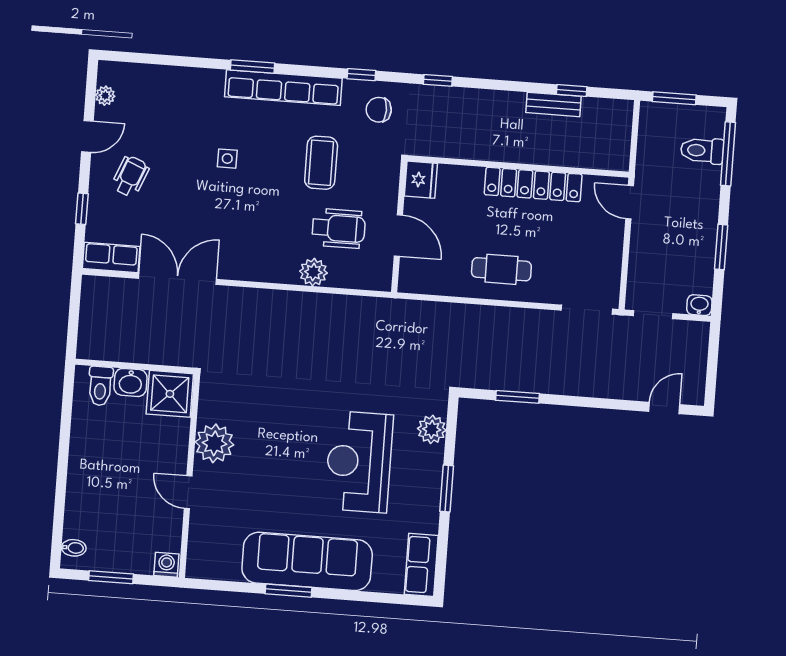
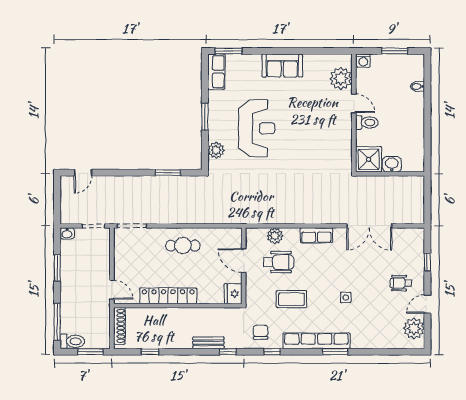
plant: (105, 96) -> (414, 328), width x1.88, depth x1.88
bench: (554, 104) -> (208, 343), moved
chair: (379, 110) -> (261, 332), turned -90
shoe rack: (621, 139) -> (119, 326), added
toilet: (702, 151) -> (72, 341), moved
coffee table: (321, 163) -> (291, 299), turned 90
wheelchair: (130, 176) -> (401, 283), turned 68
wheelchair: (339, 228) -> (279, 262), turned 180
row of seats: (111, 258) -> (316, 235), moved
plant: (313, 272) -> (275, 236), moved
toilet: (100, 386) -> (367, 123), moved, turned 90
plant: (214, 443) -> (341, 78), moved
bidet: (74, 548) -> (417, 86), moved
sofa: (307, 561) -> (282, 65), width x0.54, depth x0.79
window: (288, 591) -> (229, 51), moved

